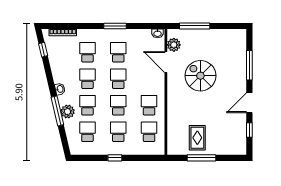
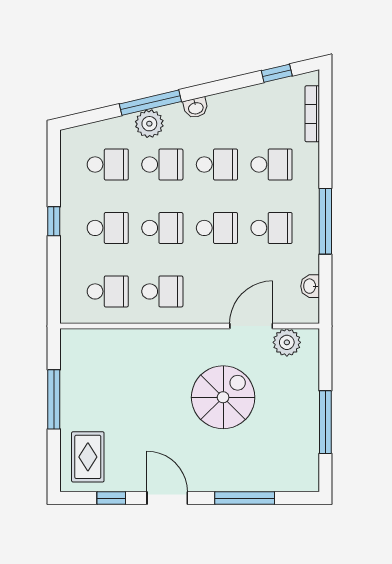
window: (115, 26) -> (325, 221), width x1.44
window: (195, 26) -> (325, 422), moved
washbasin: (158, 33) -> (310, 286), moved
rug: (197, 138) -> (88, 457), moved, turned 90

